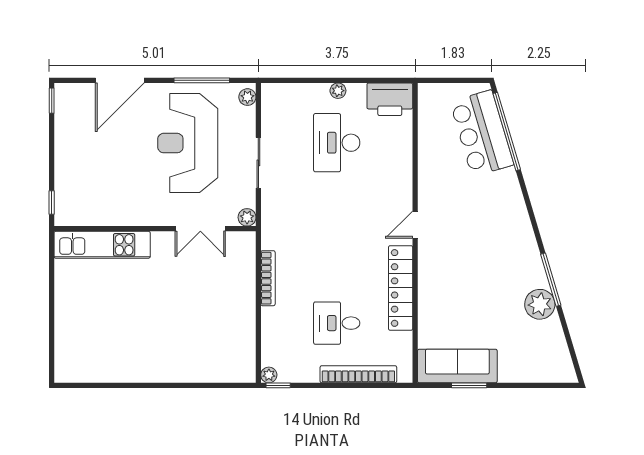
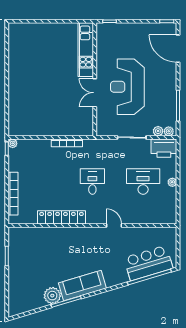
door: (120, 80) -> (178, 49), moved
printer: (390, 99) -> (164, 148), moved, turned -90
reception desk: (188, 143) -> (127, 87), moved, turned -90
plant: (247, 217) -> (158, 131), moved
door: (415, 225) -> (114, 226), moved
double door: (200, 229) -> (95, 93), moved
desk: (337, 323) -> (92, 181), moved
sofa: (457, 366) -> (82, 286), moved, turned -107

